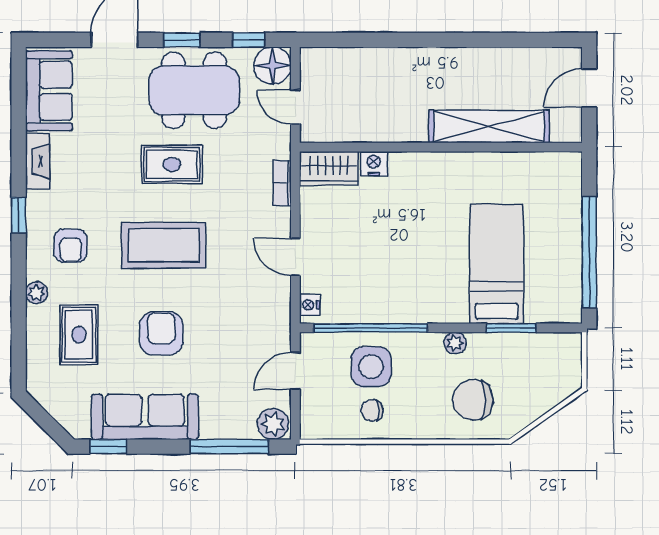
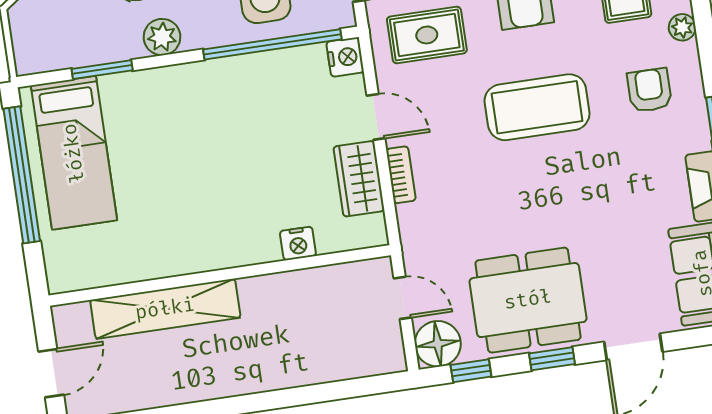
rug: (172, 164) -> (427, 35), moved
wardrobe: (329, 168) -> (359, 179), moved, turned -90
bookcase: (282, 183) -> (401, 175), moved
bed: (497, 264) -> (74, 153), moved
nightstand: (310, 305) -> (345, 57), width x1.39, depth x1.35
plant: (455, 343) -> (162, 37), width x1.38, depth x1.38

